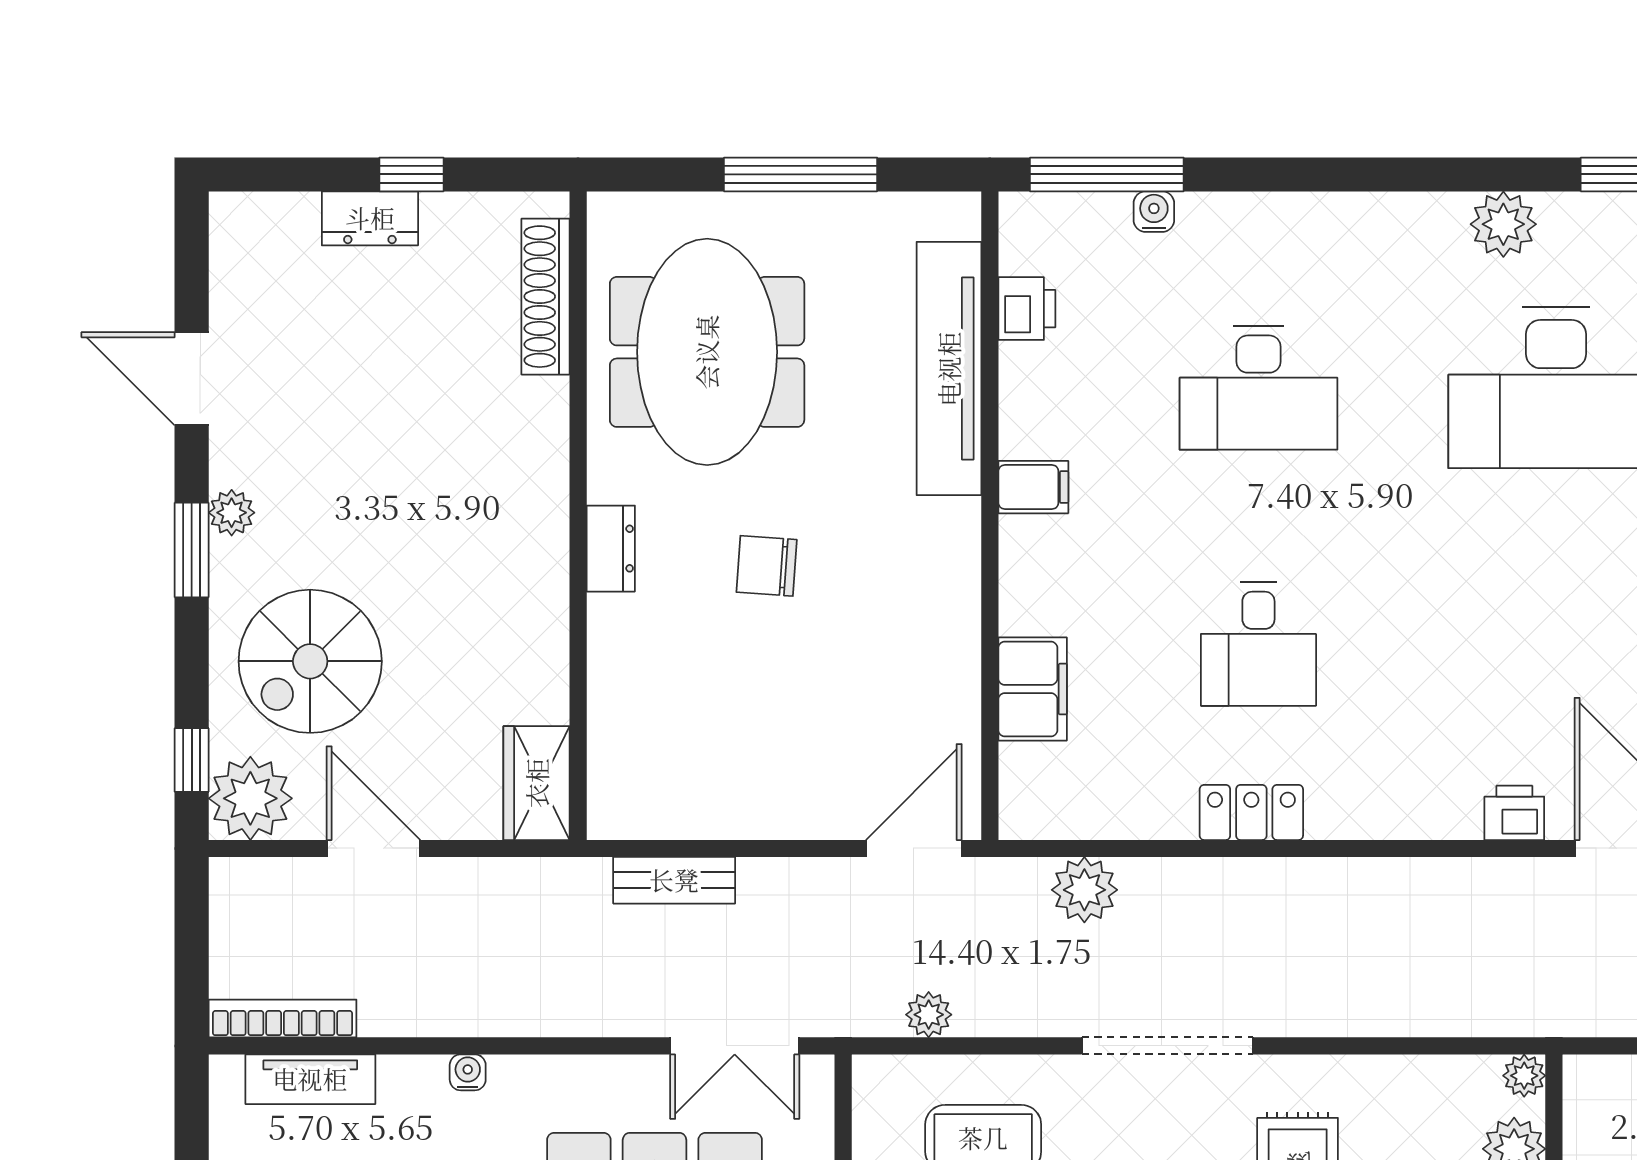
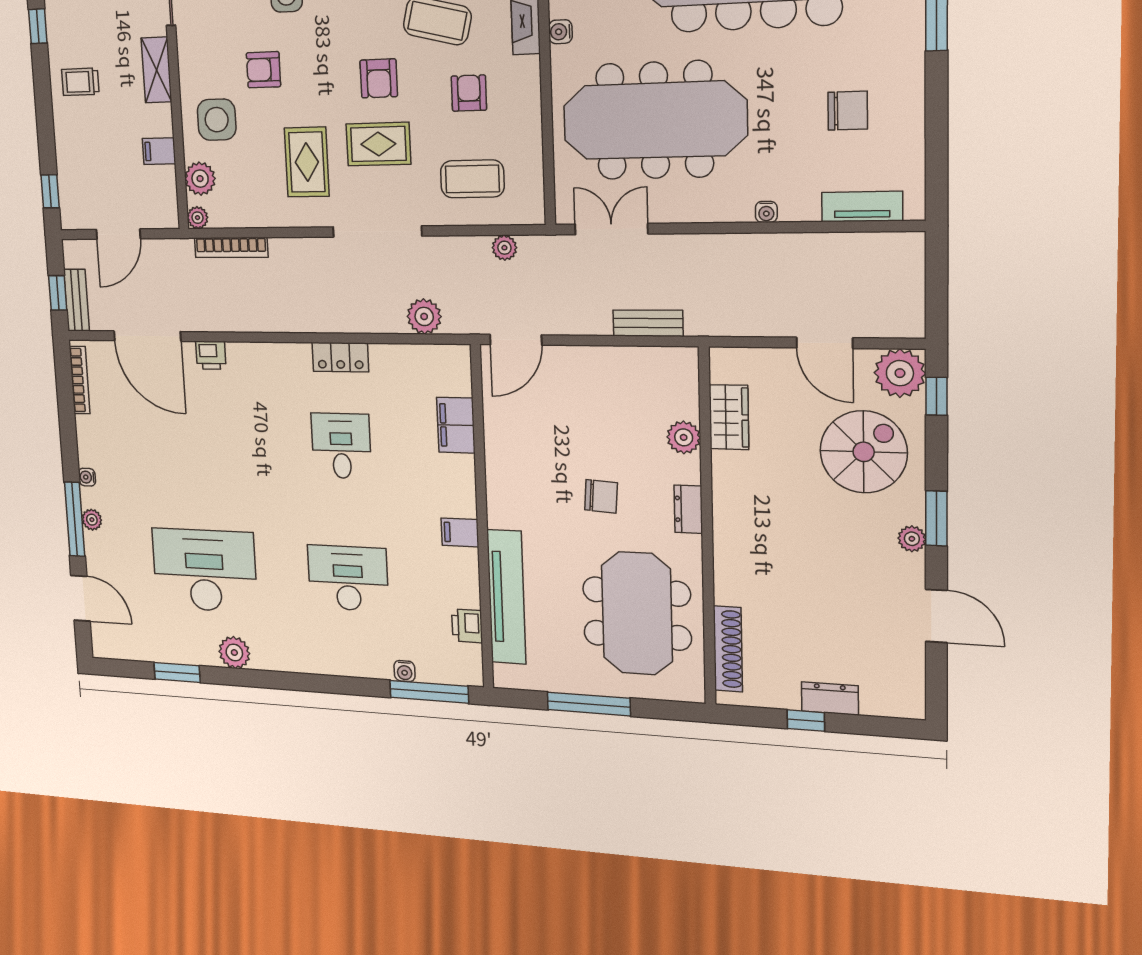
plant: (616, 678) -> (684, 437), added
wardrobe: (537, 783) -> (729, 417), moved
bookcase: (283, 1019) -> (231, 248), moved

